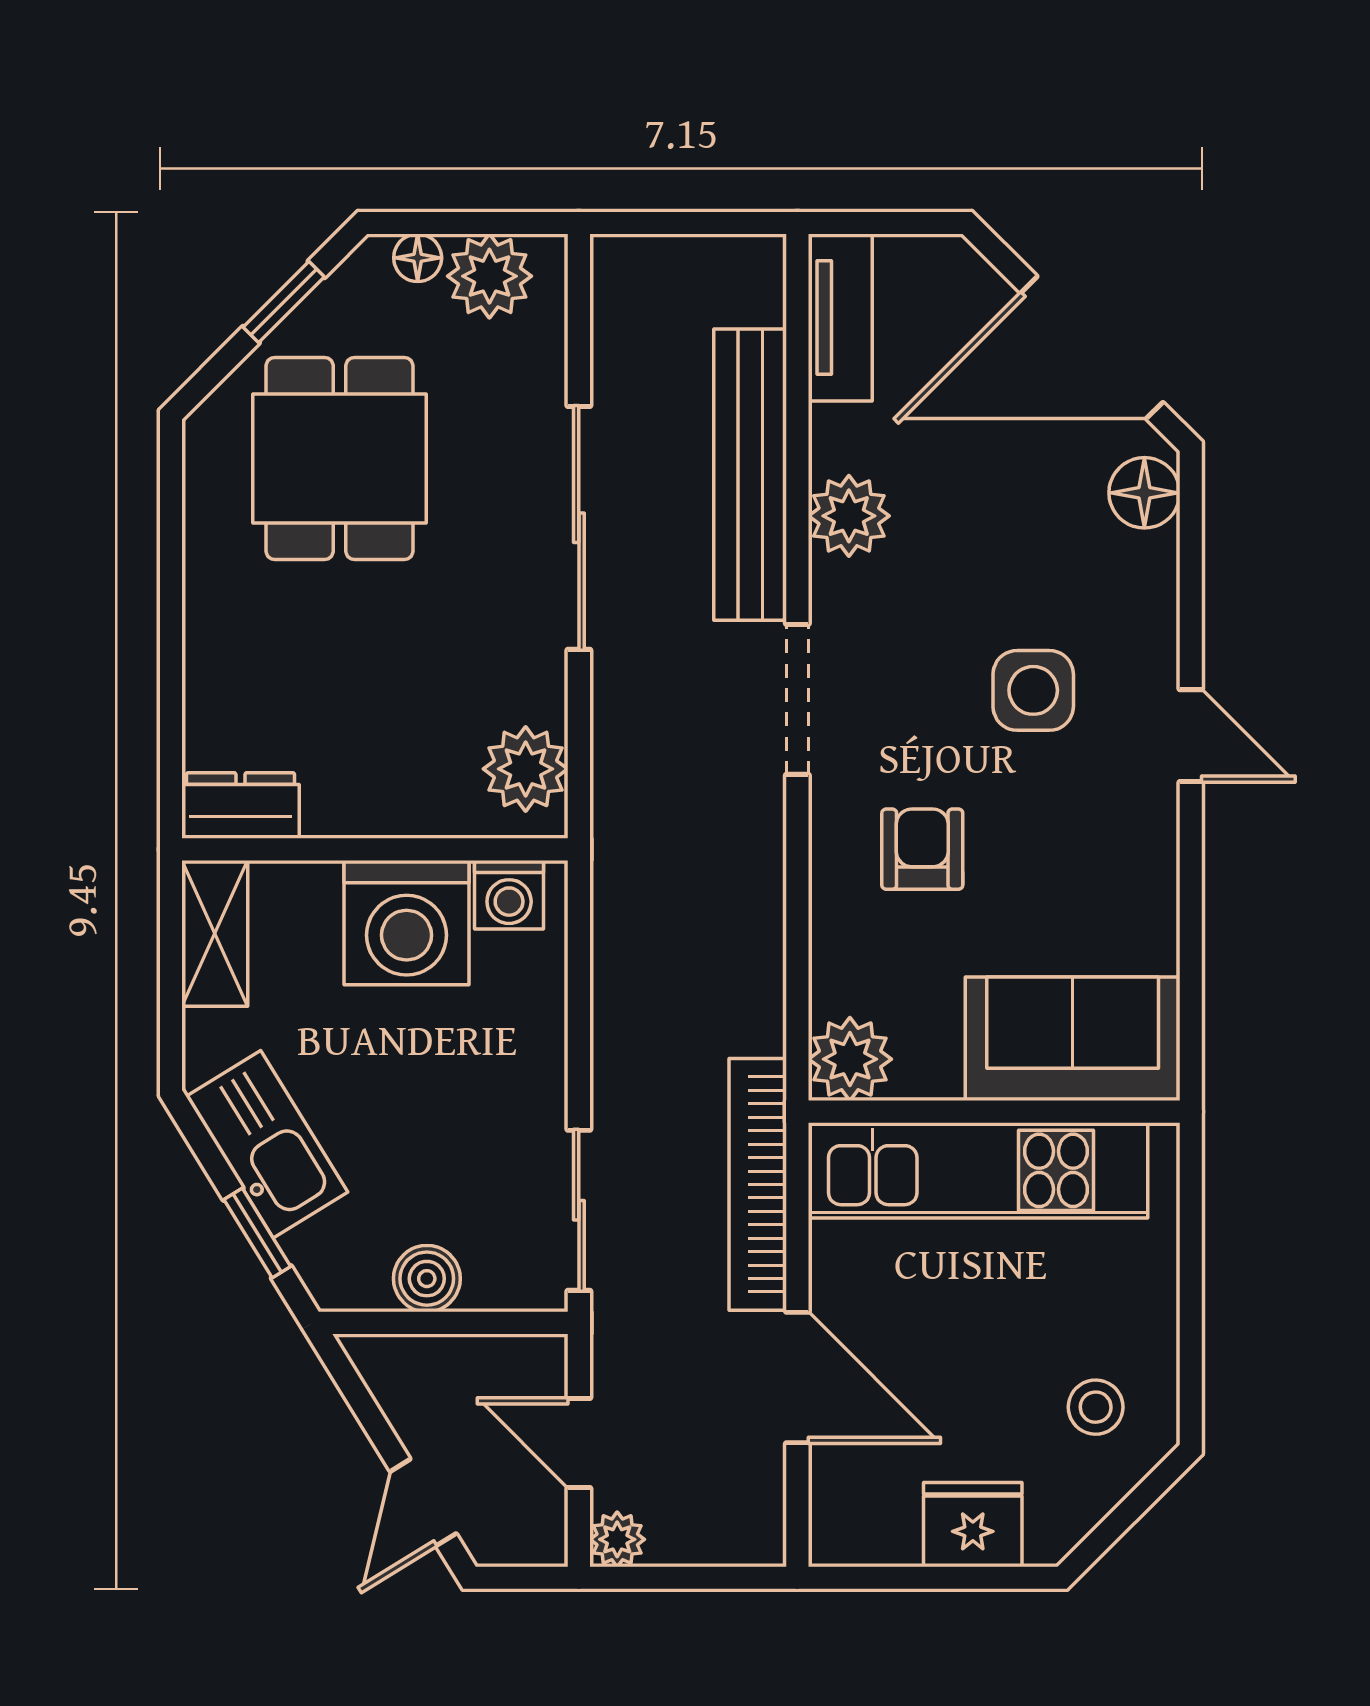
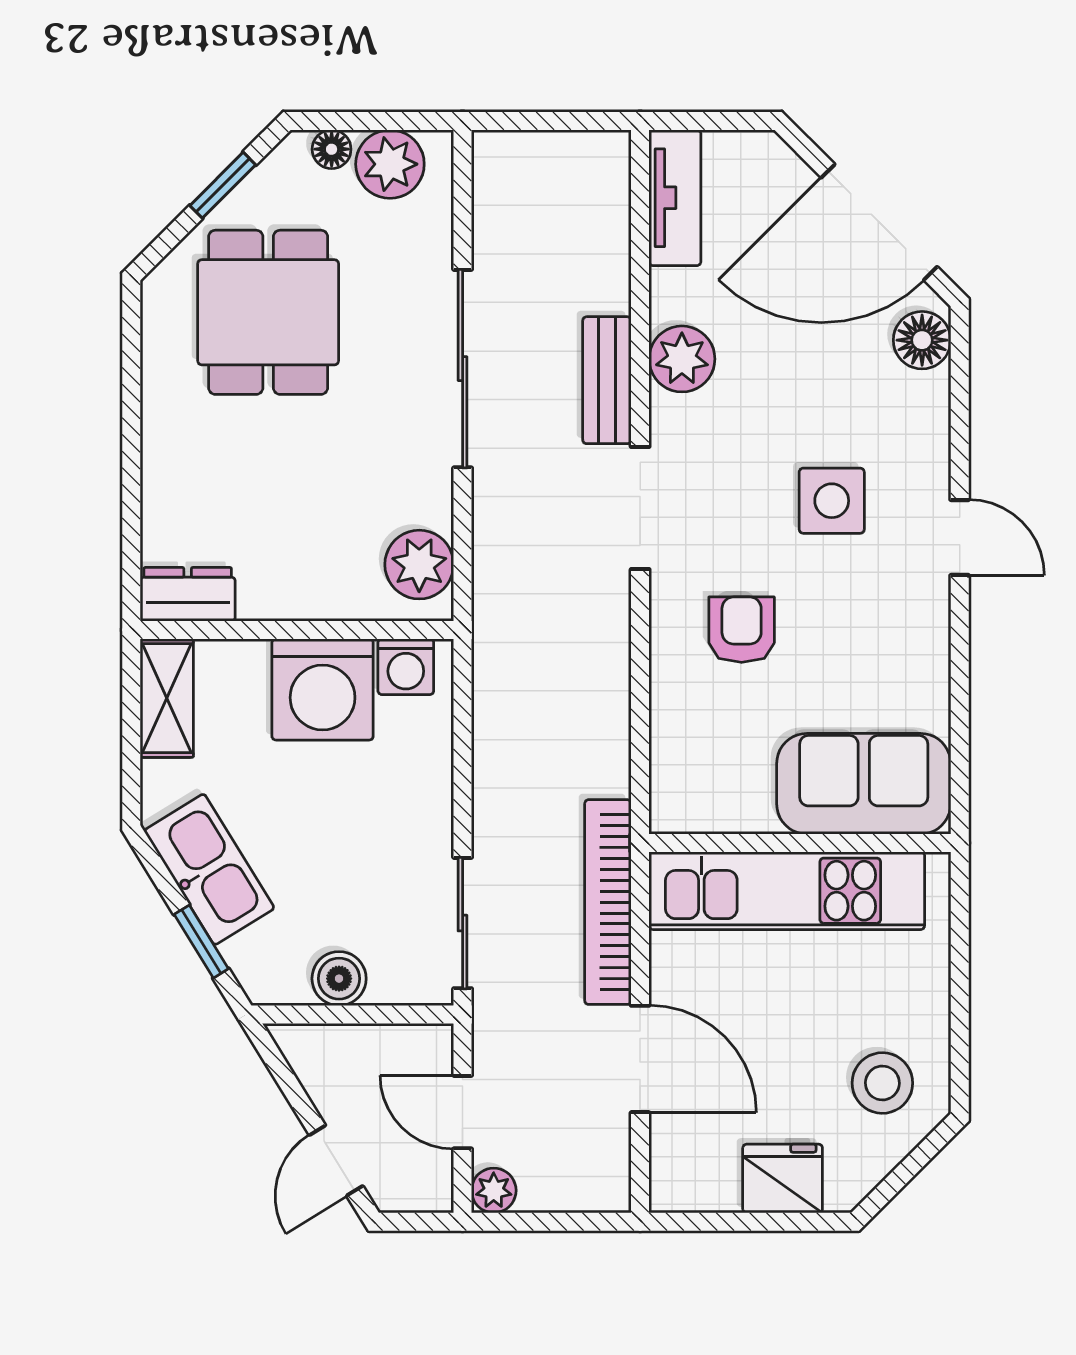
bench: (750, 475) -> (607, 380), width x0.54, depth x0.82
plant: (850, 1059) -> (683, 800), removed
stool: (1096, 1407) -> (882, 1083), width x1.37, depth x1.37

